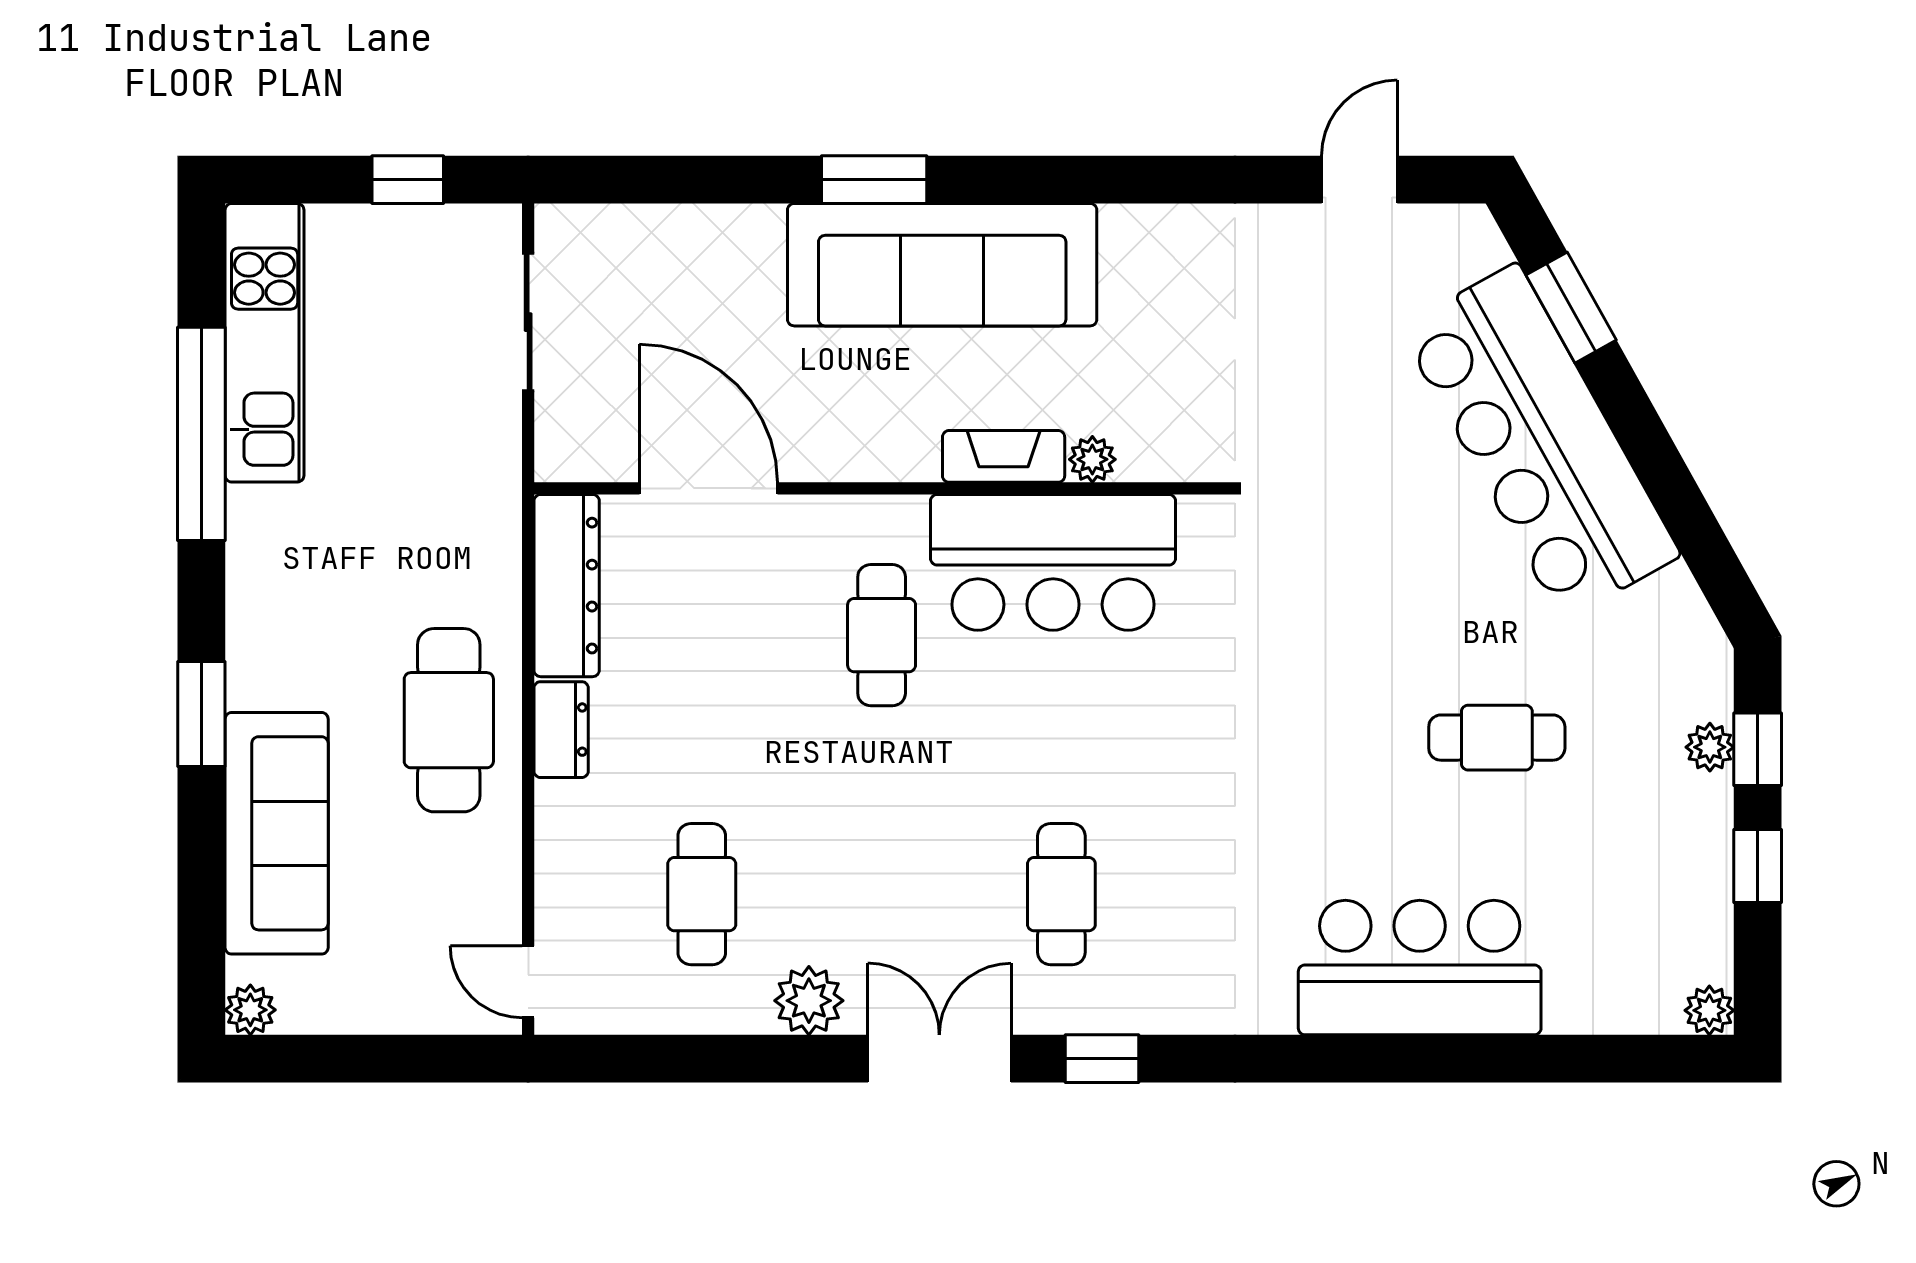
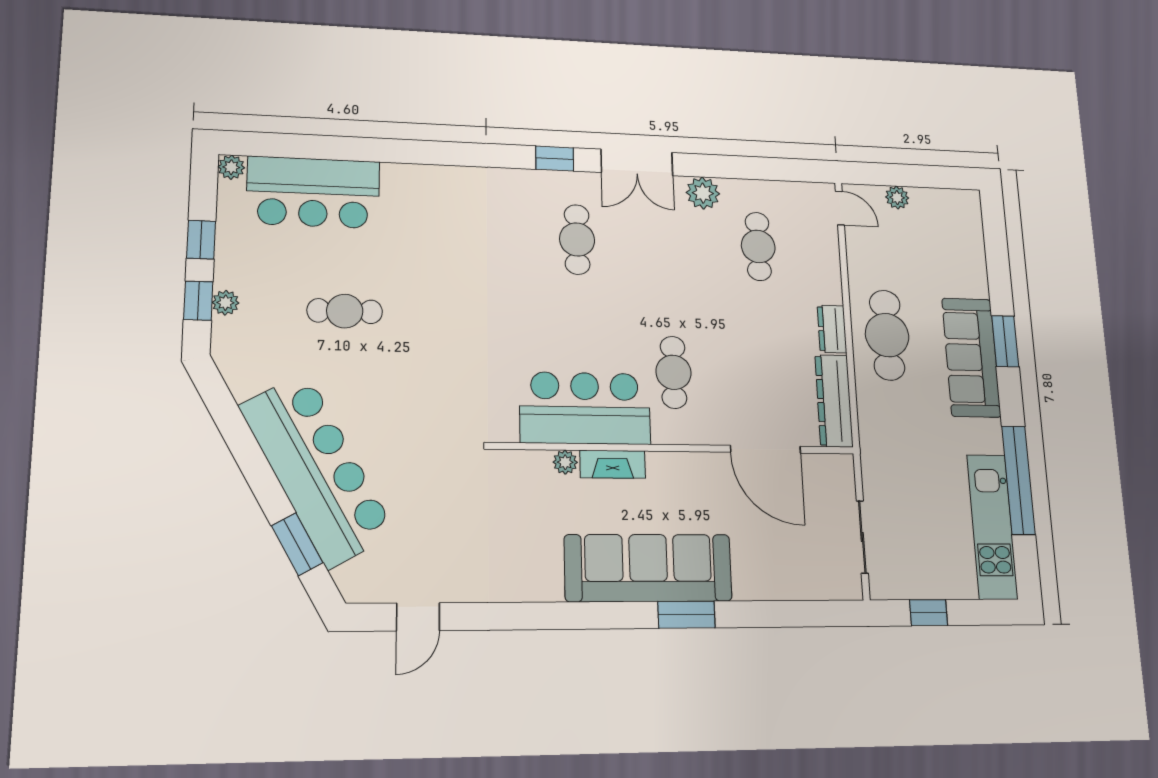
sofa: (277, 833) -> (971, 357), moved
bar counter: (1420, 968) -> (313, 192), moved
plant: (250, 1010) -> (897, 198), moved

